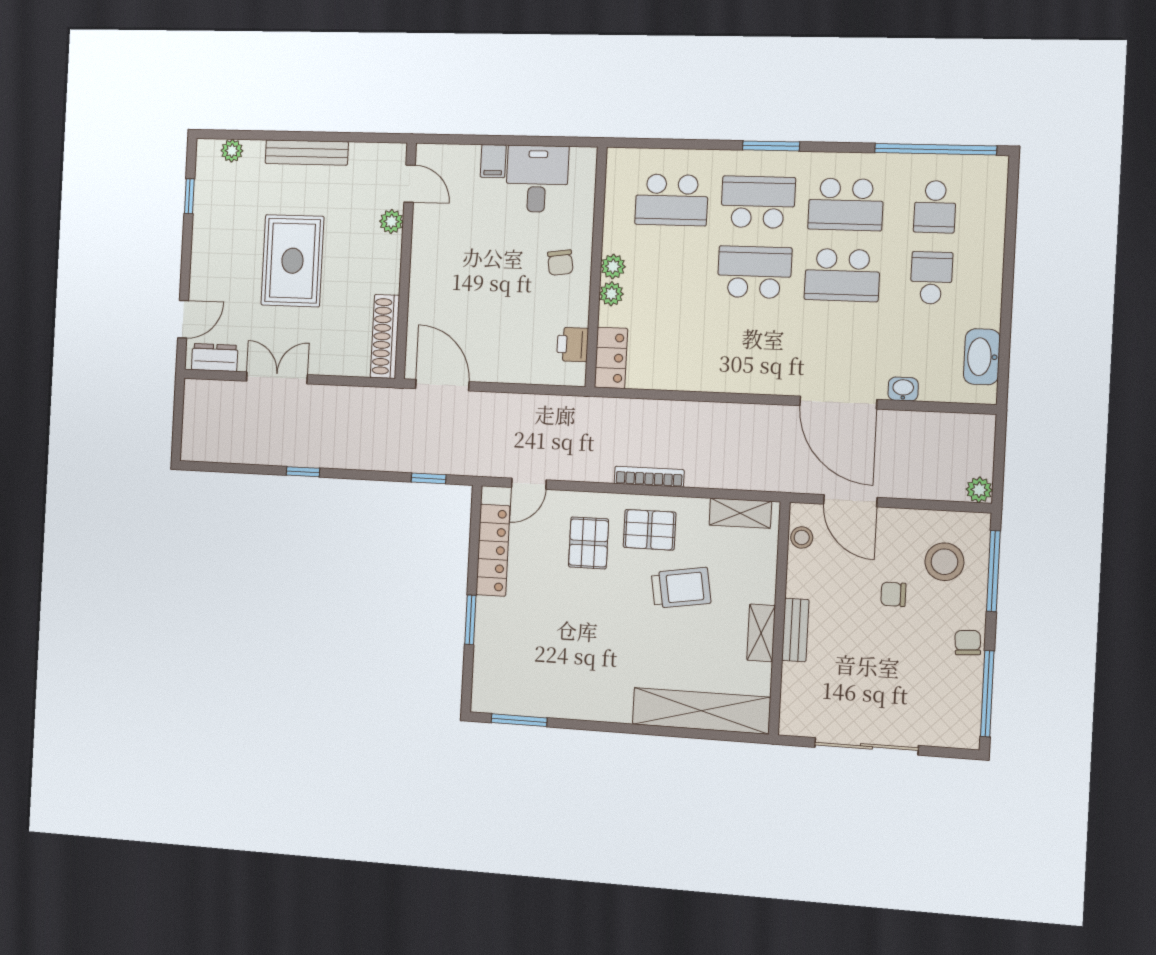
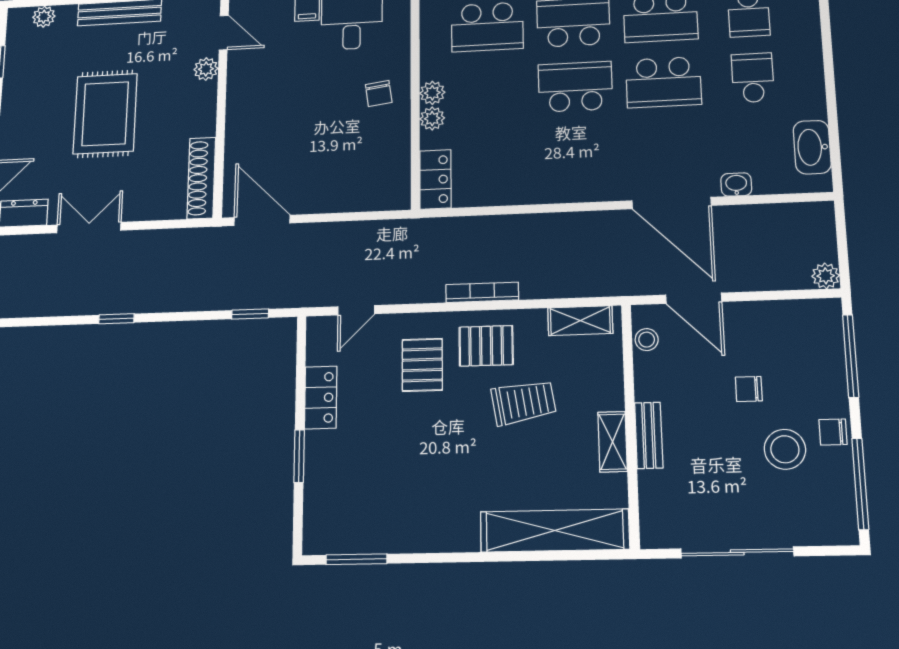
printer: (573, 345) -> (395, 170), removed
locker: (493, 550) -> (321, 398), width x0.66
stool: (944, 562) -> (785, 449), moved
chair: (968, 643) -> (833, 432), turned -86

